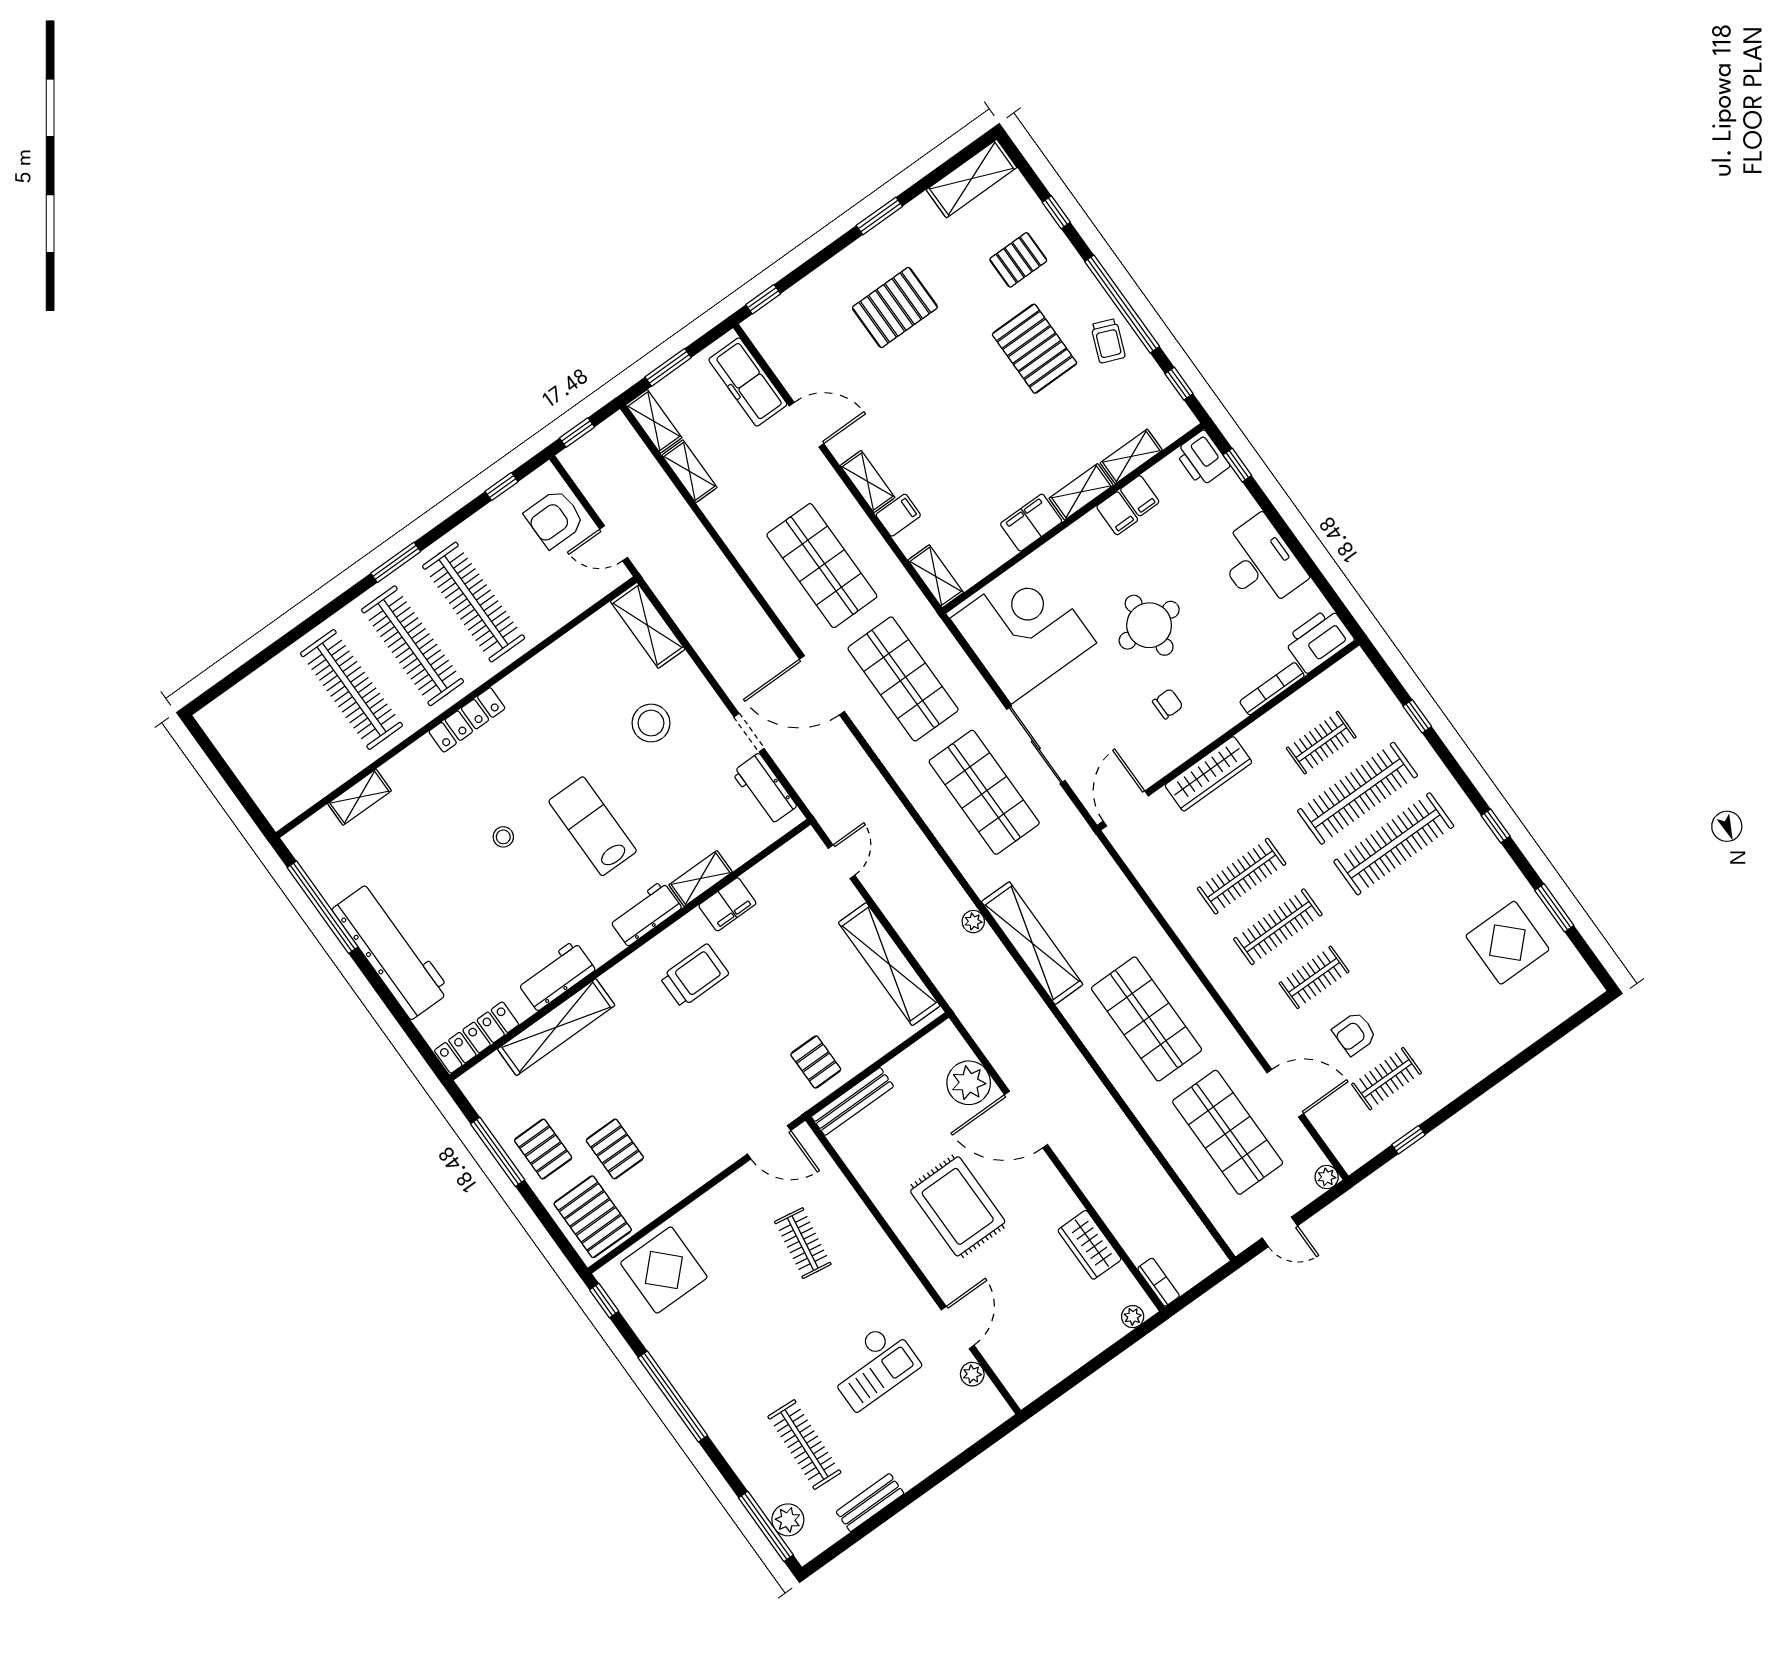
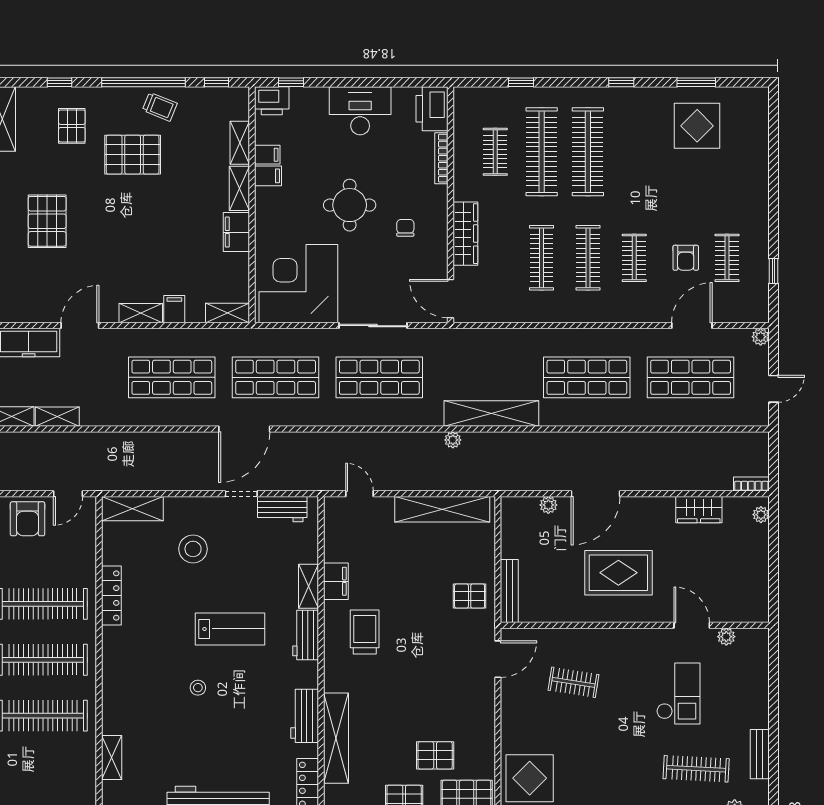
locker: (467, 720) -> (111, 596), moved
lab bench: (593, 826) -> (230, 629), turned 180
plant: (969, 1083) -> (548, 505), width x0.53, depth x0.53

